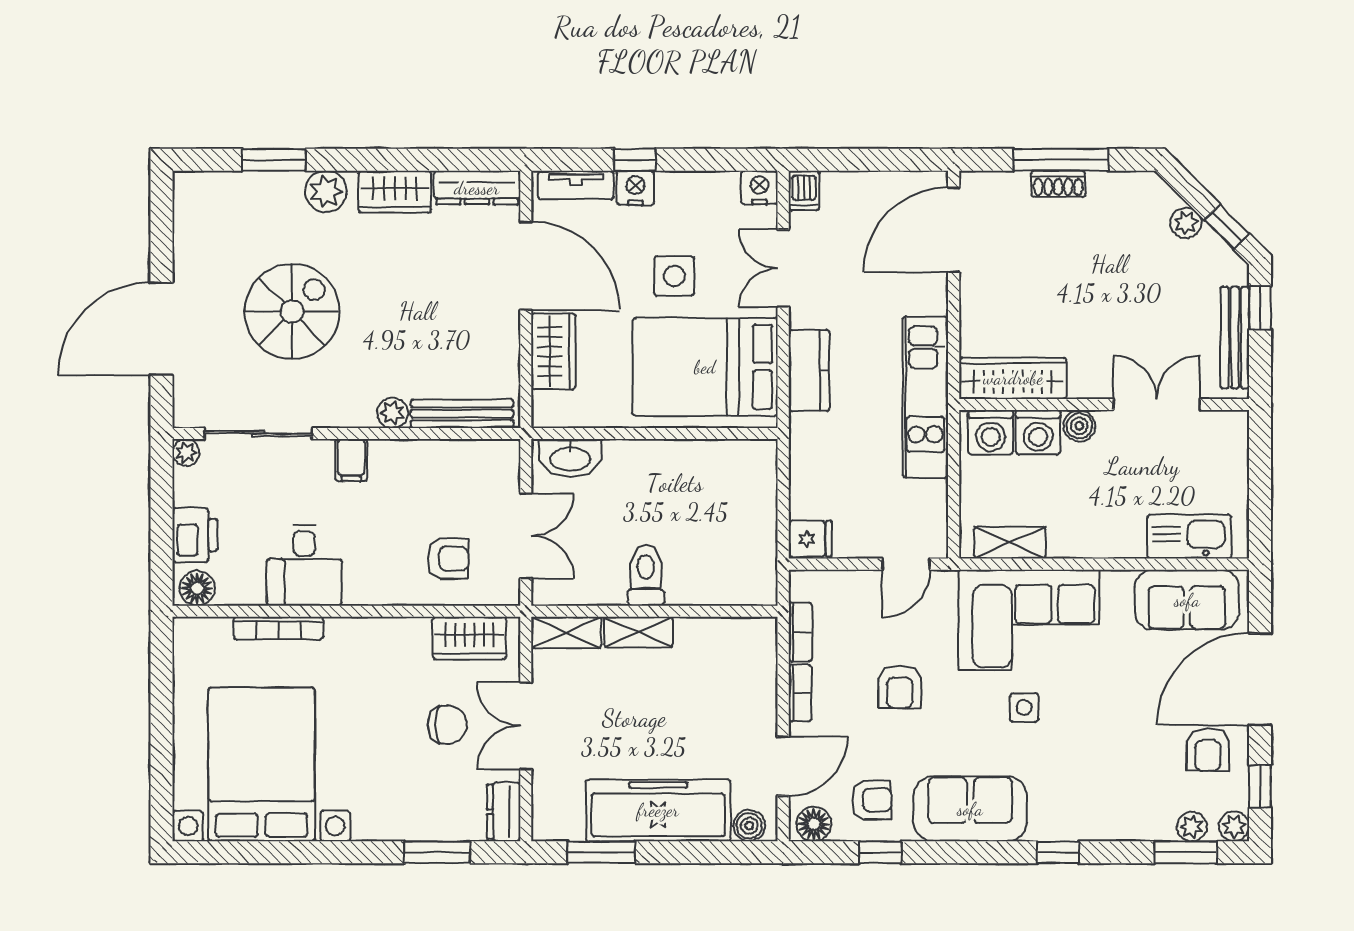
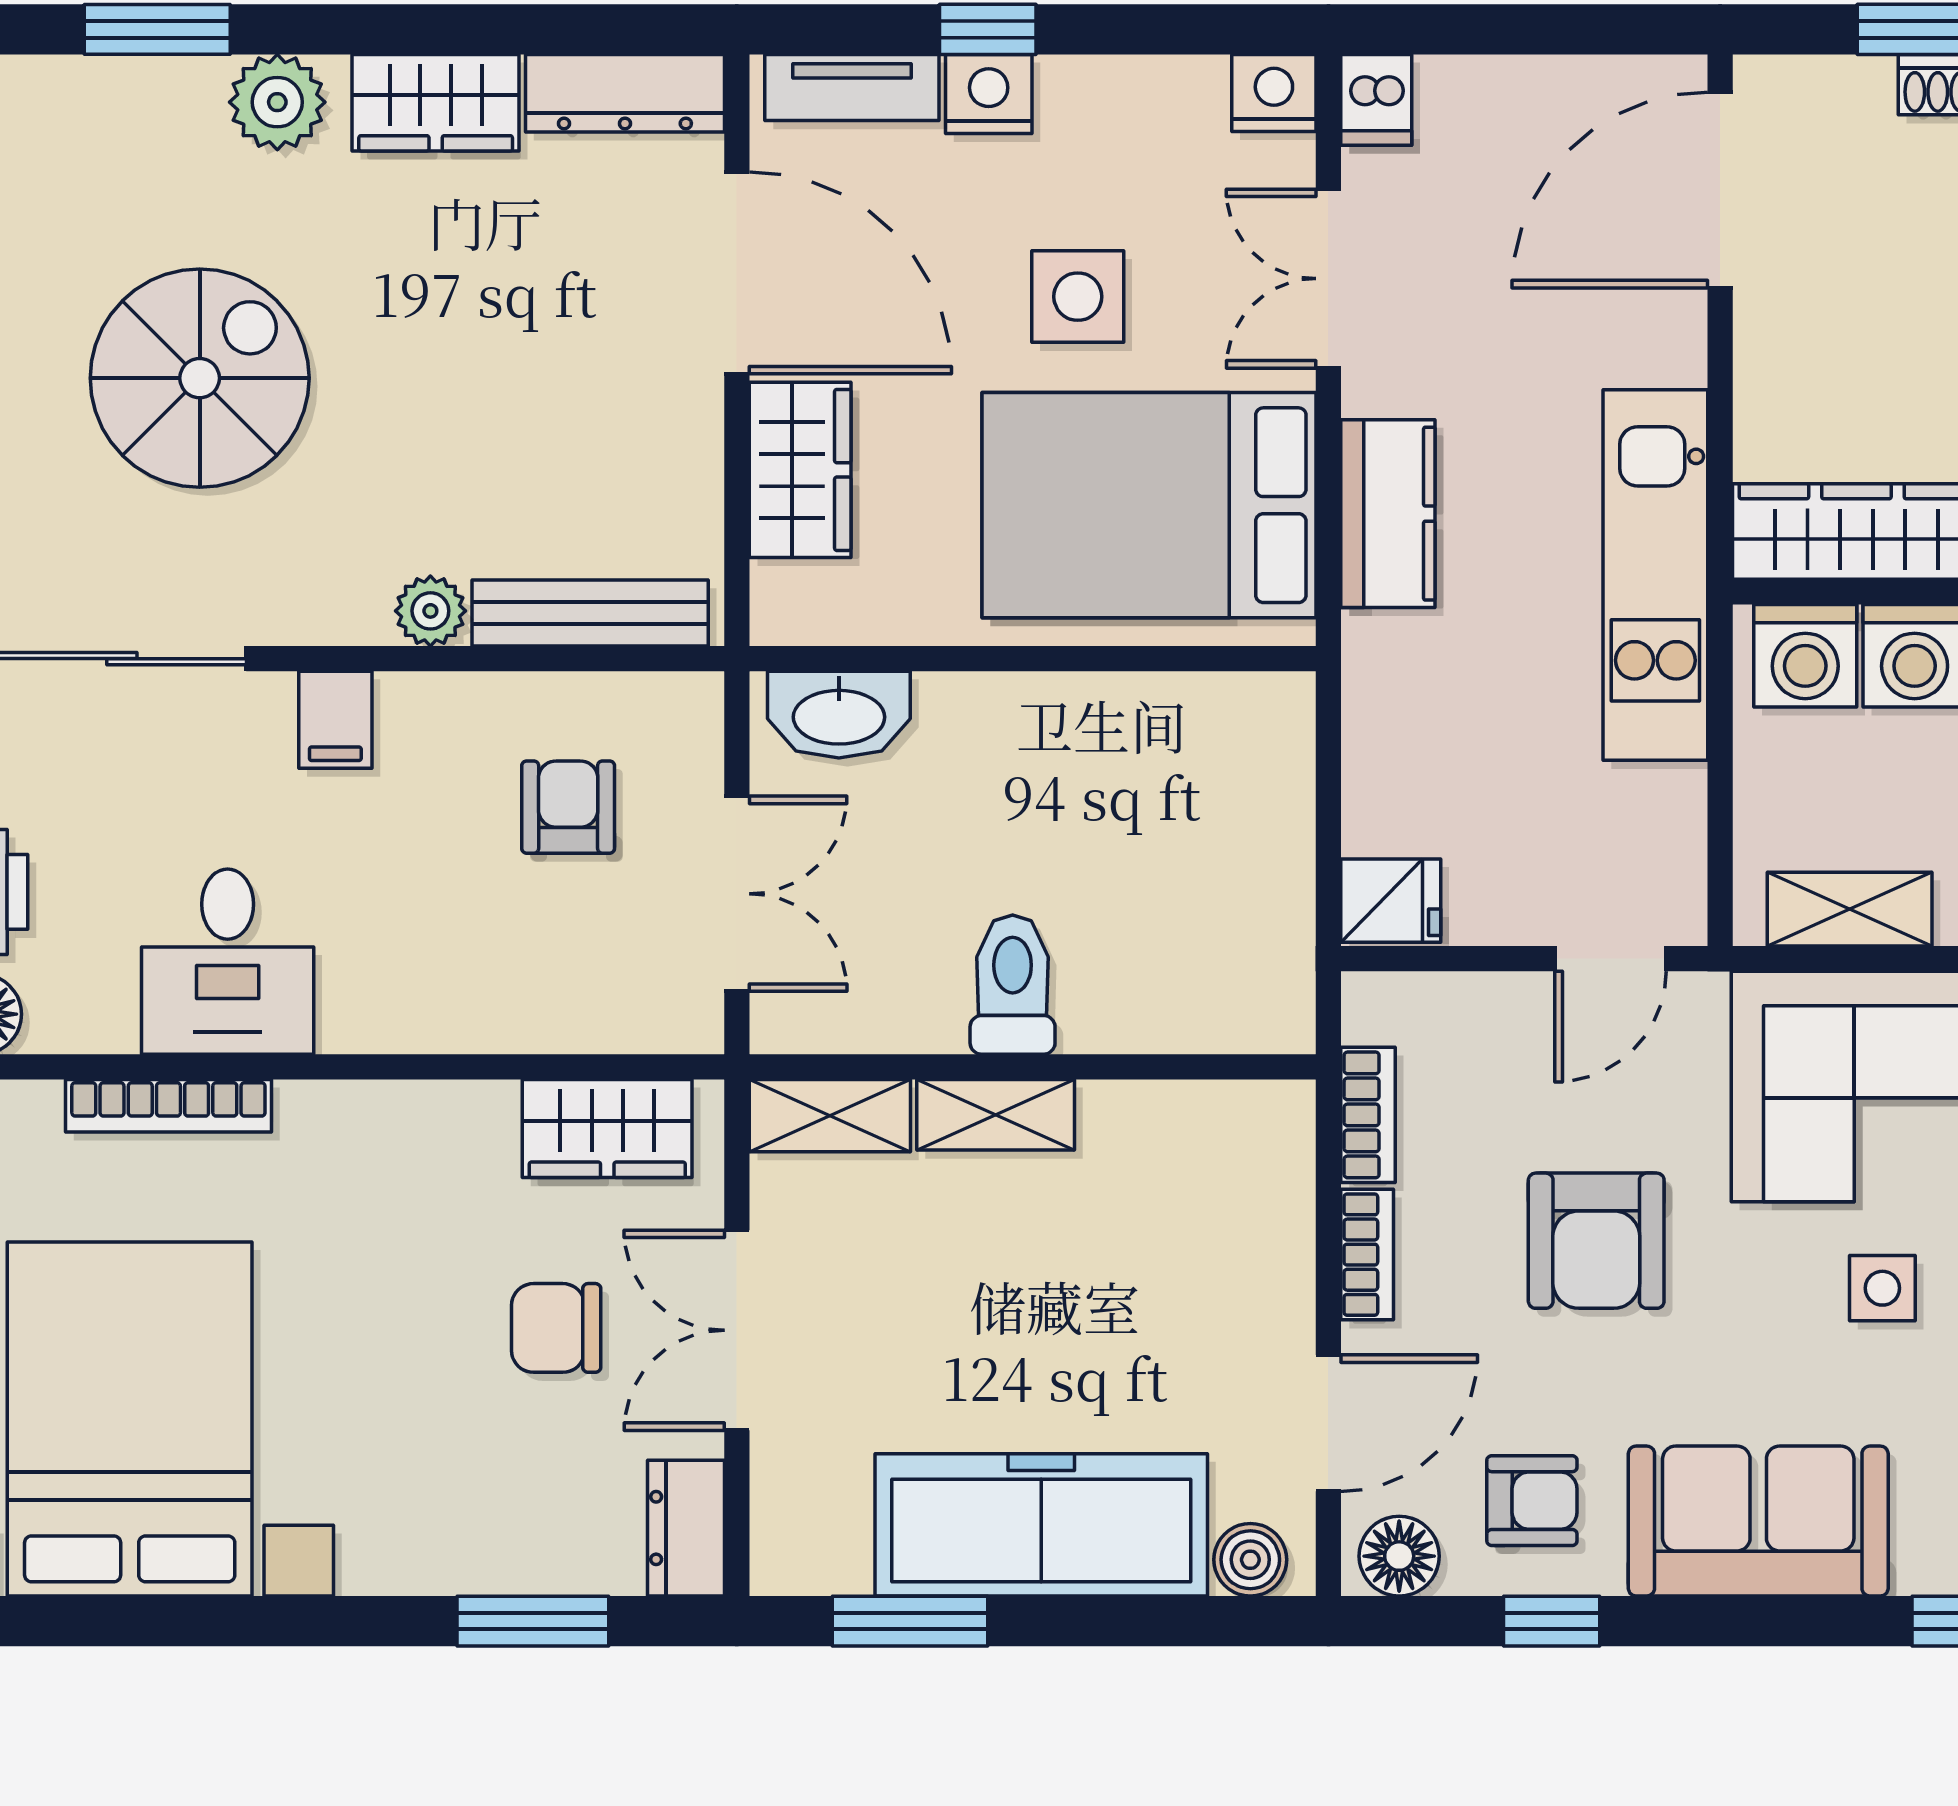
armchair: (448, 559) -> (568, 807), moved, turned -90
armchair: (900, 687) -> (1596, 1241), width x1.38, depth x1.38
chair: (447, 725) -> (556, 1328), turned 180

